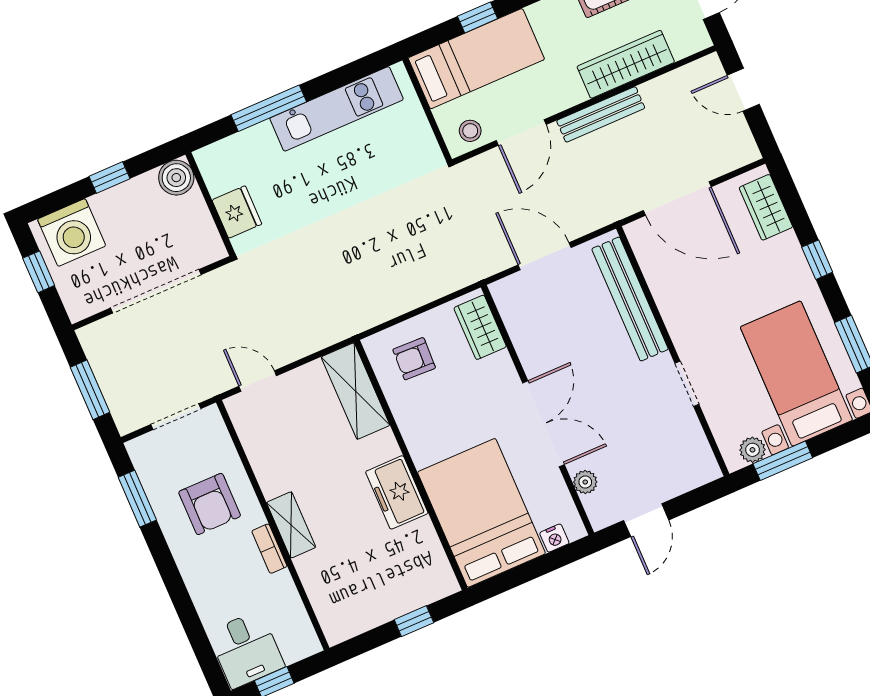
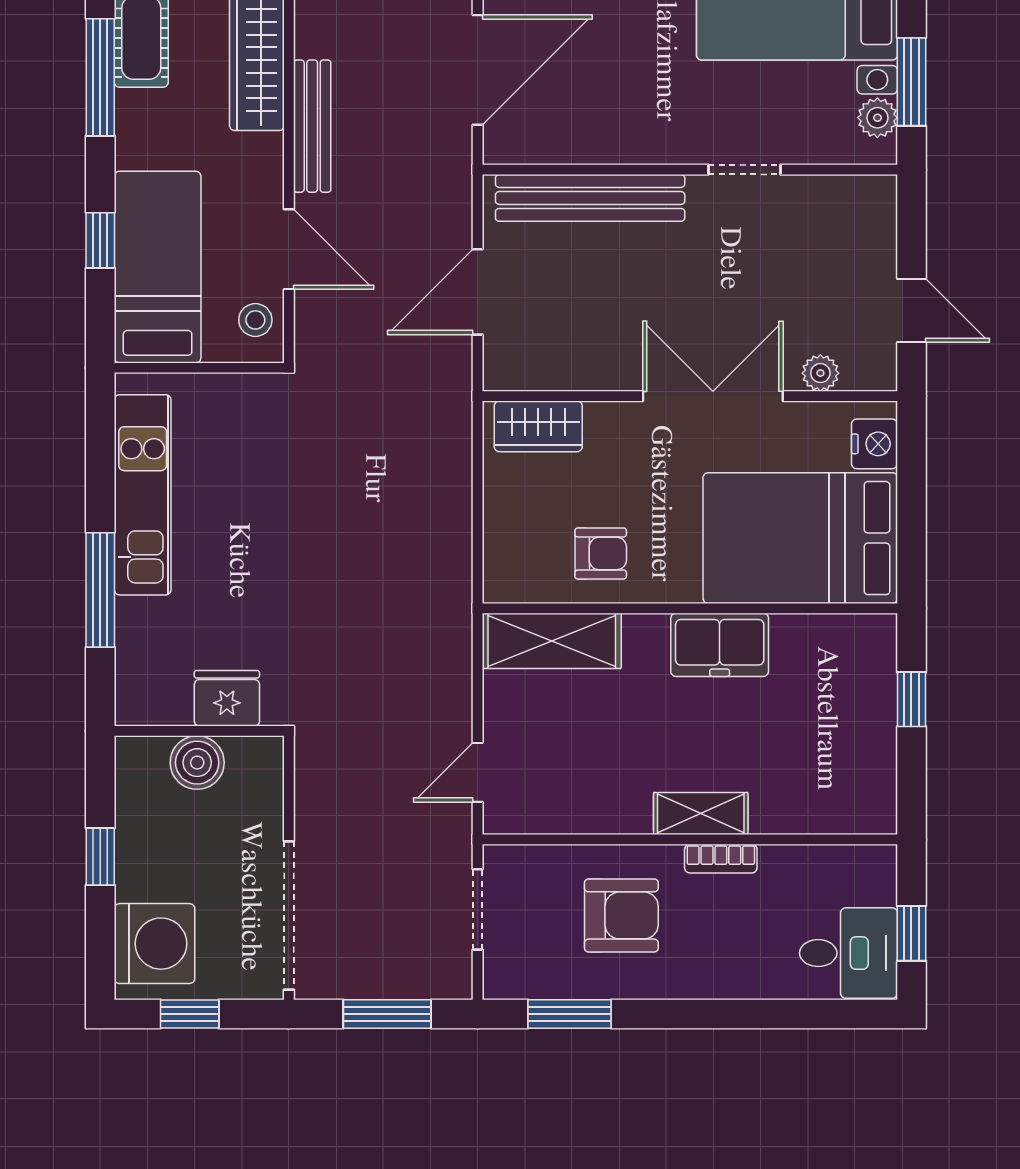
boiler: (176, 178) -> (197, 763), moved
doorway: (156, 291) -> (289, 915), moved
armchair: (414, 359) -> (601, 553), moved, turned -92
nightstand: (554, 538) -> (874, 444), width x1.39, depth x1.35

